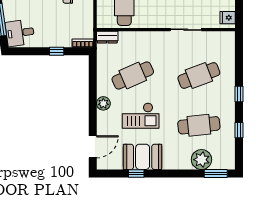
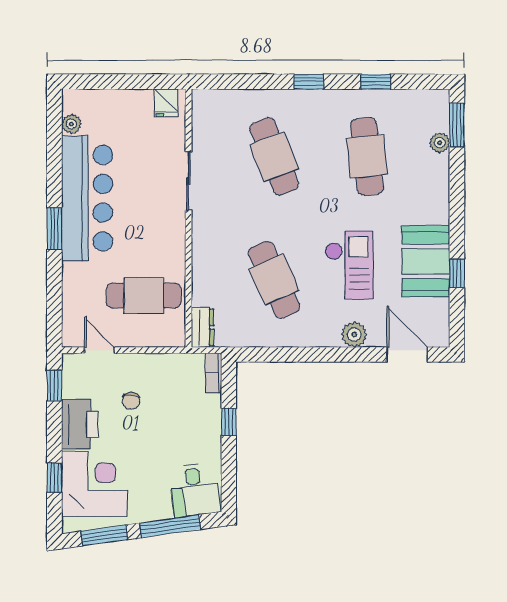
plant: (103, 103) -> (354, 335), moved
plant: (201, 160) -> (440, 143), width x0.53, depth x0.53

